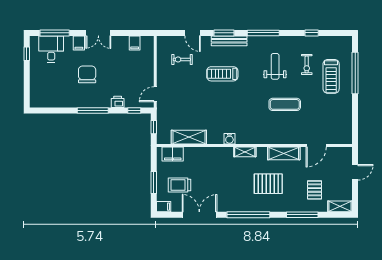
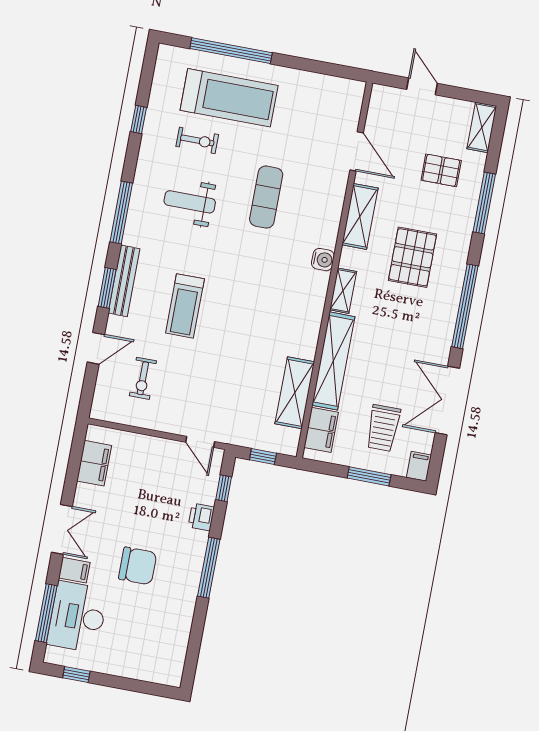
filing cabinet: (135, 43) -> (94, 463), width x2.00
desk: (51, 49) -> (78, 617), width x1.37
chair: (87, 74) -> (138, 566), turned 180
treadmill: (331, 76) -> (229, 98), width x1.37, depth x1.38
water cooler: (229, 139) -> (323, 260), moved
shelving: (209, 154) -> (333, 361), added

